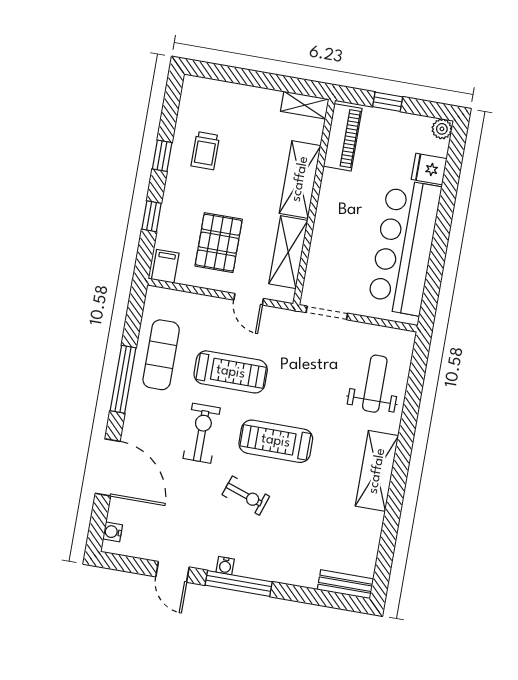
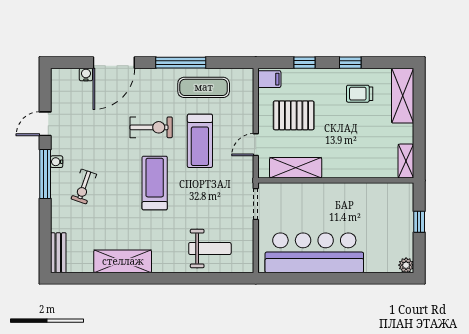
piano: (343, 137) -> (387, 193), removed
fridge: (429, 169) -> (375, 261), removed
shelving: (300, 179) -> (403, 96), moved, turned 90
shelving: (377, 471) -> (123, 261), moved
exercise bike: (246, 496) -> (84, 187), moved
water cooler: (113, 532) -> (86, 74), moved

